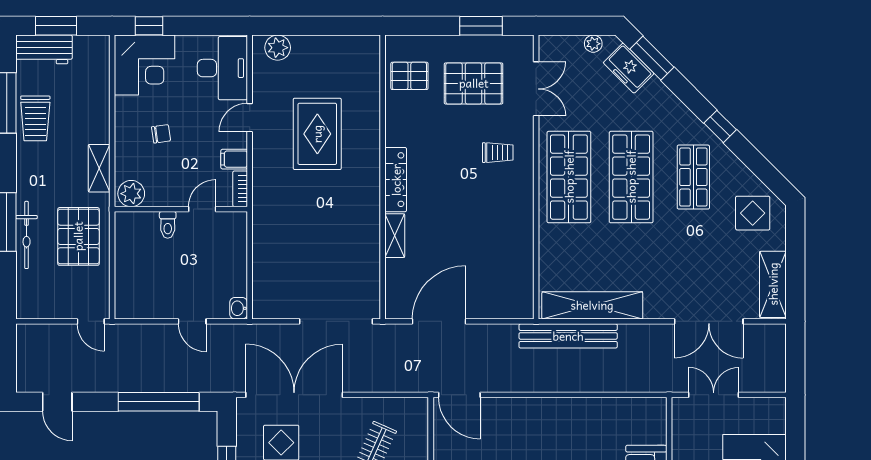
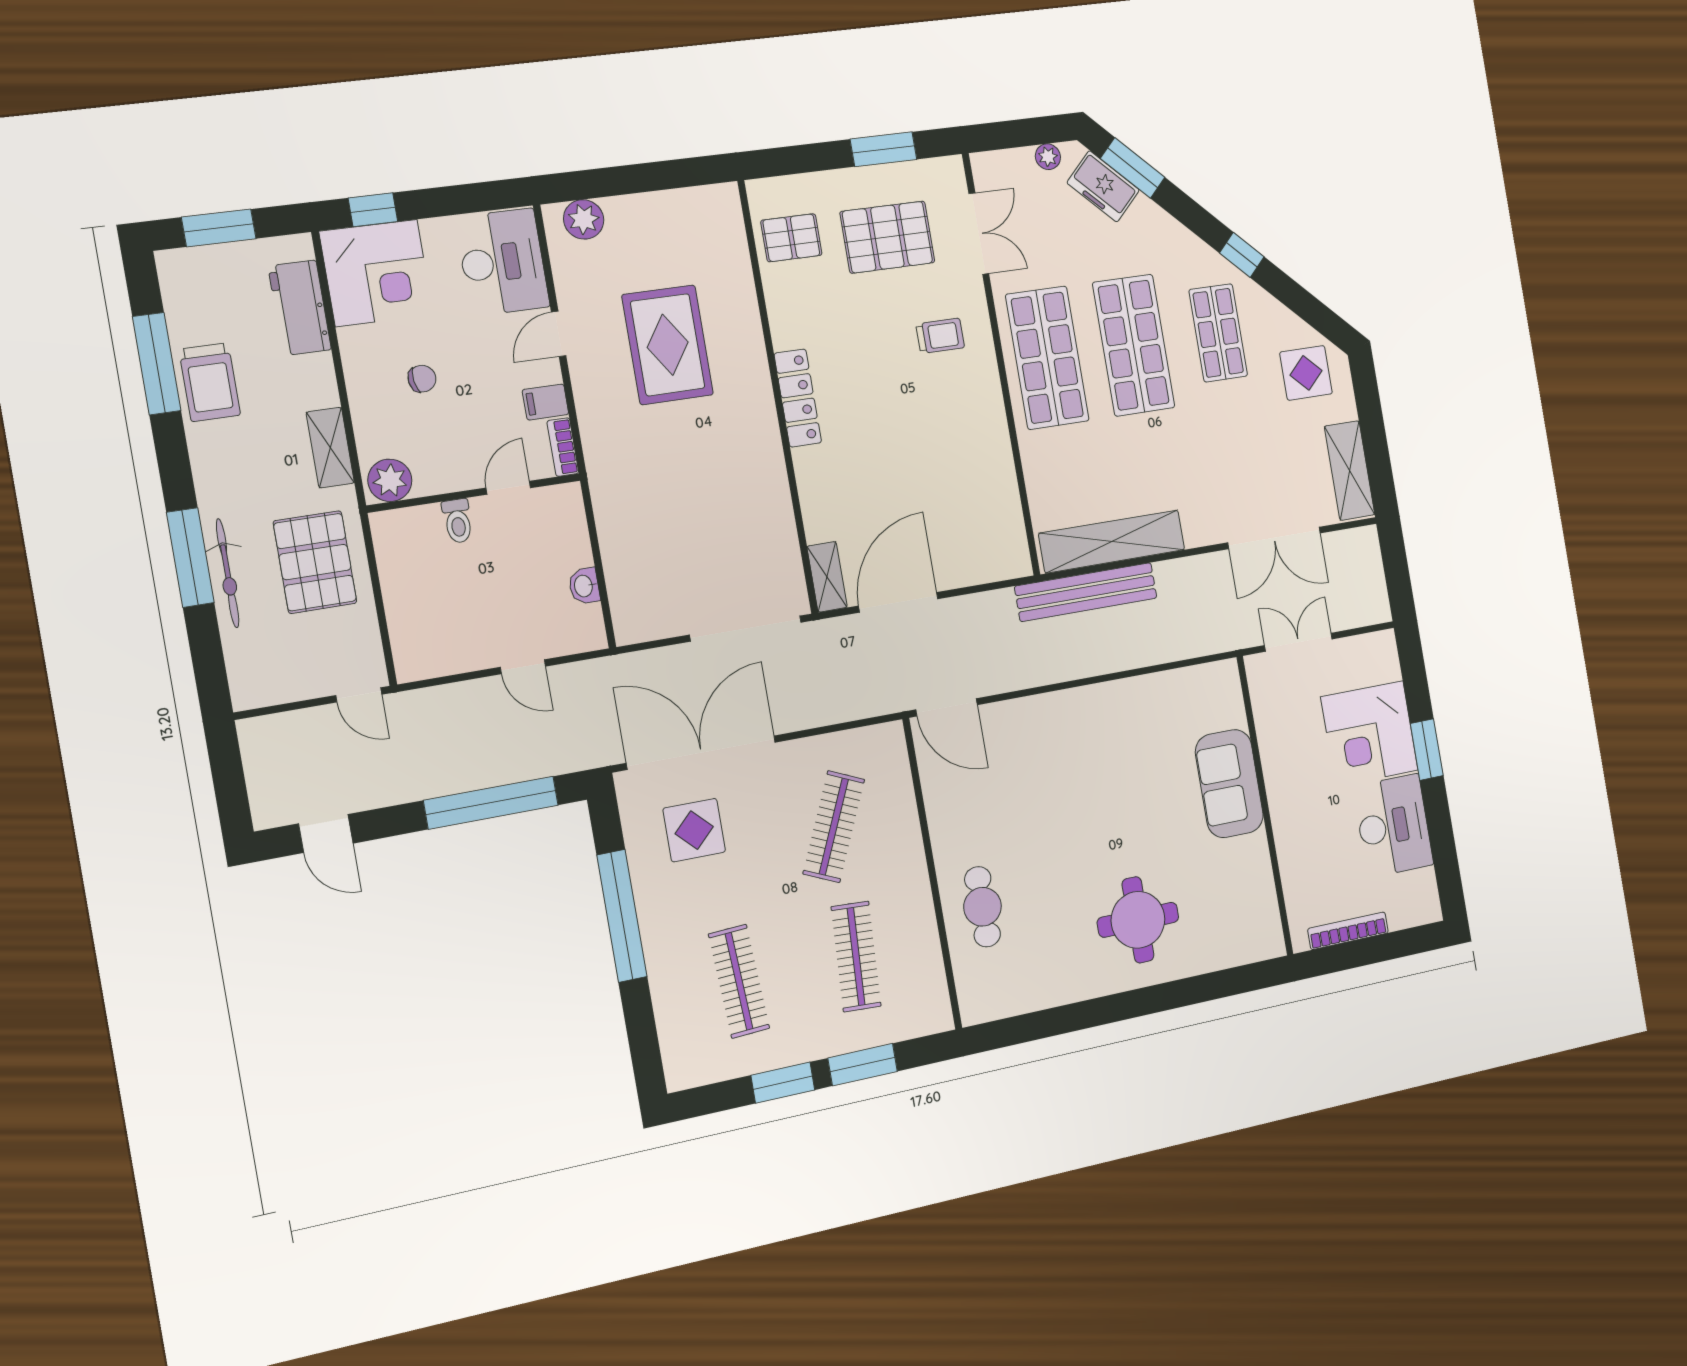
workbench: (44, 49) -> (300, 308), moved, turned 90
shelving: (395, 236) -> (827, 577), moved
washbasin: (239, 308) -> (584, 586), moved

